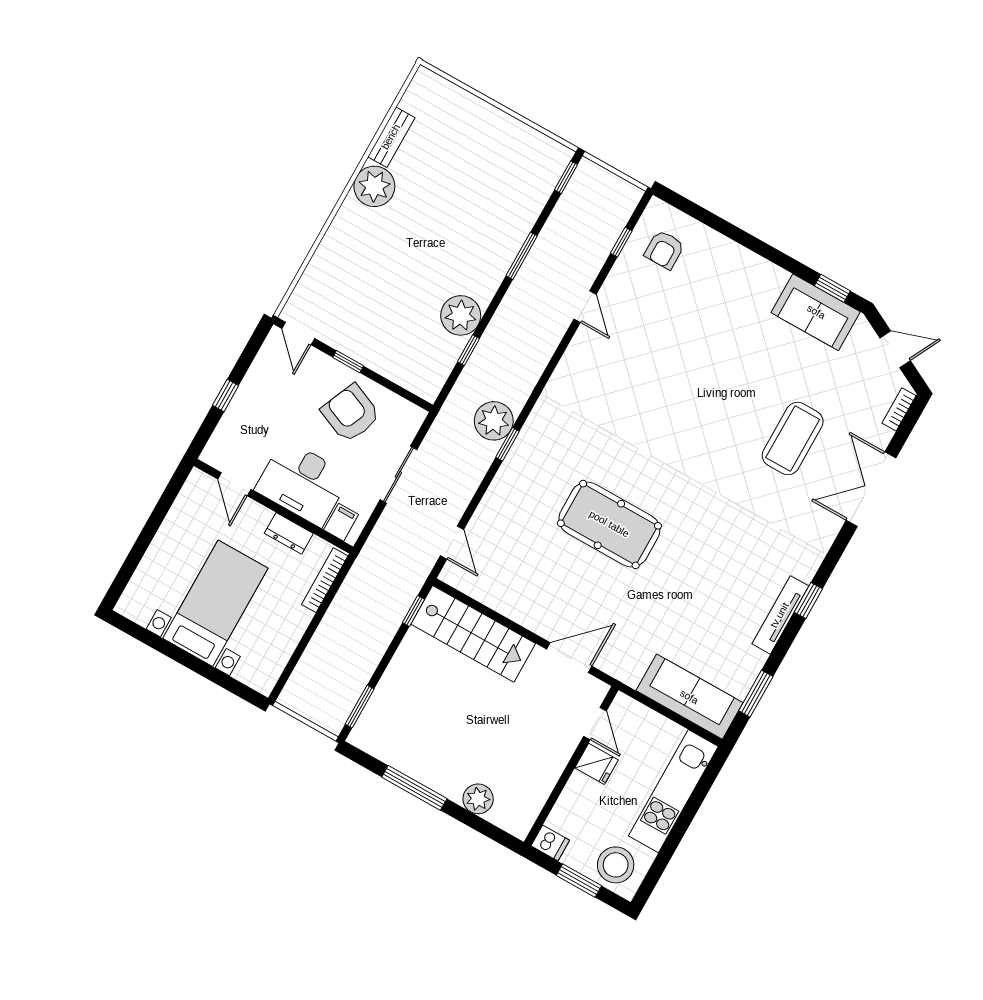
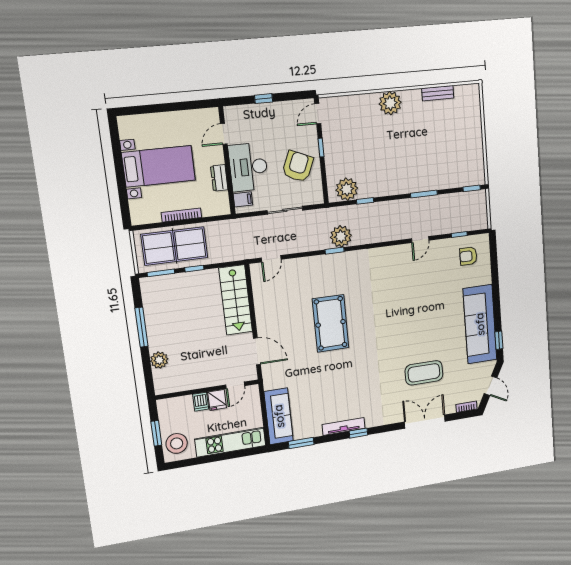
plant: (374, 186) -> (390, 103), moved
sofa: (816, 312) -> (480, 324), width x1.85, depth x1.27
plant: (461, 315) -> (347, 189), moved
bookcase: (325, 580) -> (182, 215), moved
window: (414, 611) -> (194, 269), moved
table tennis table: (337, 661) -> (174, 246), added
dishwasher: (550, 843) -> (201, 402), moved

